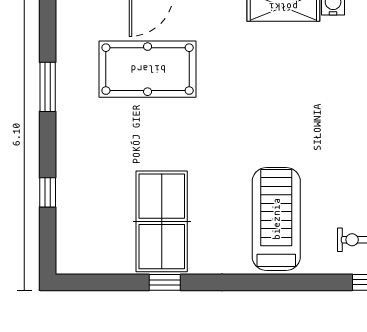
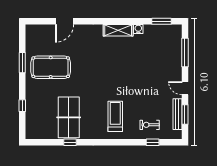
pool table: (148, 69) -> (51, 67), moved
treadmill: (276, 219) -> (115, 116), width x0.73, depth x0.73

